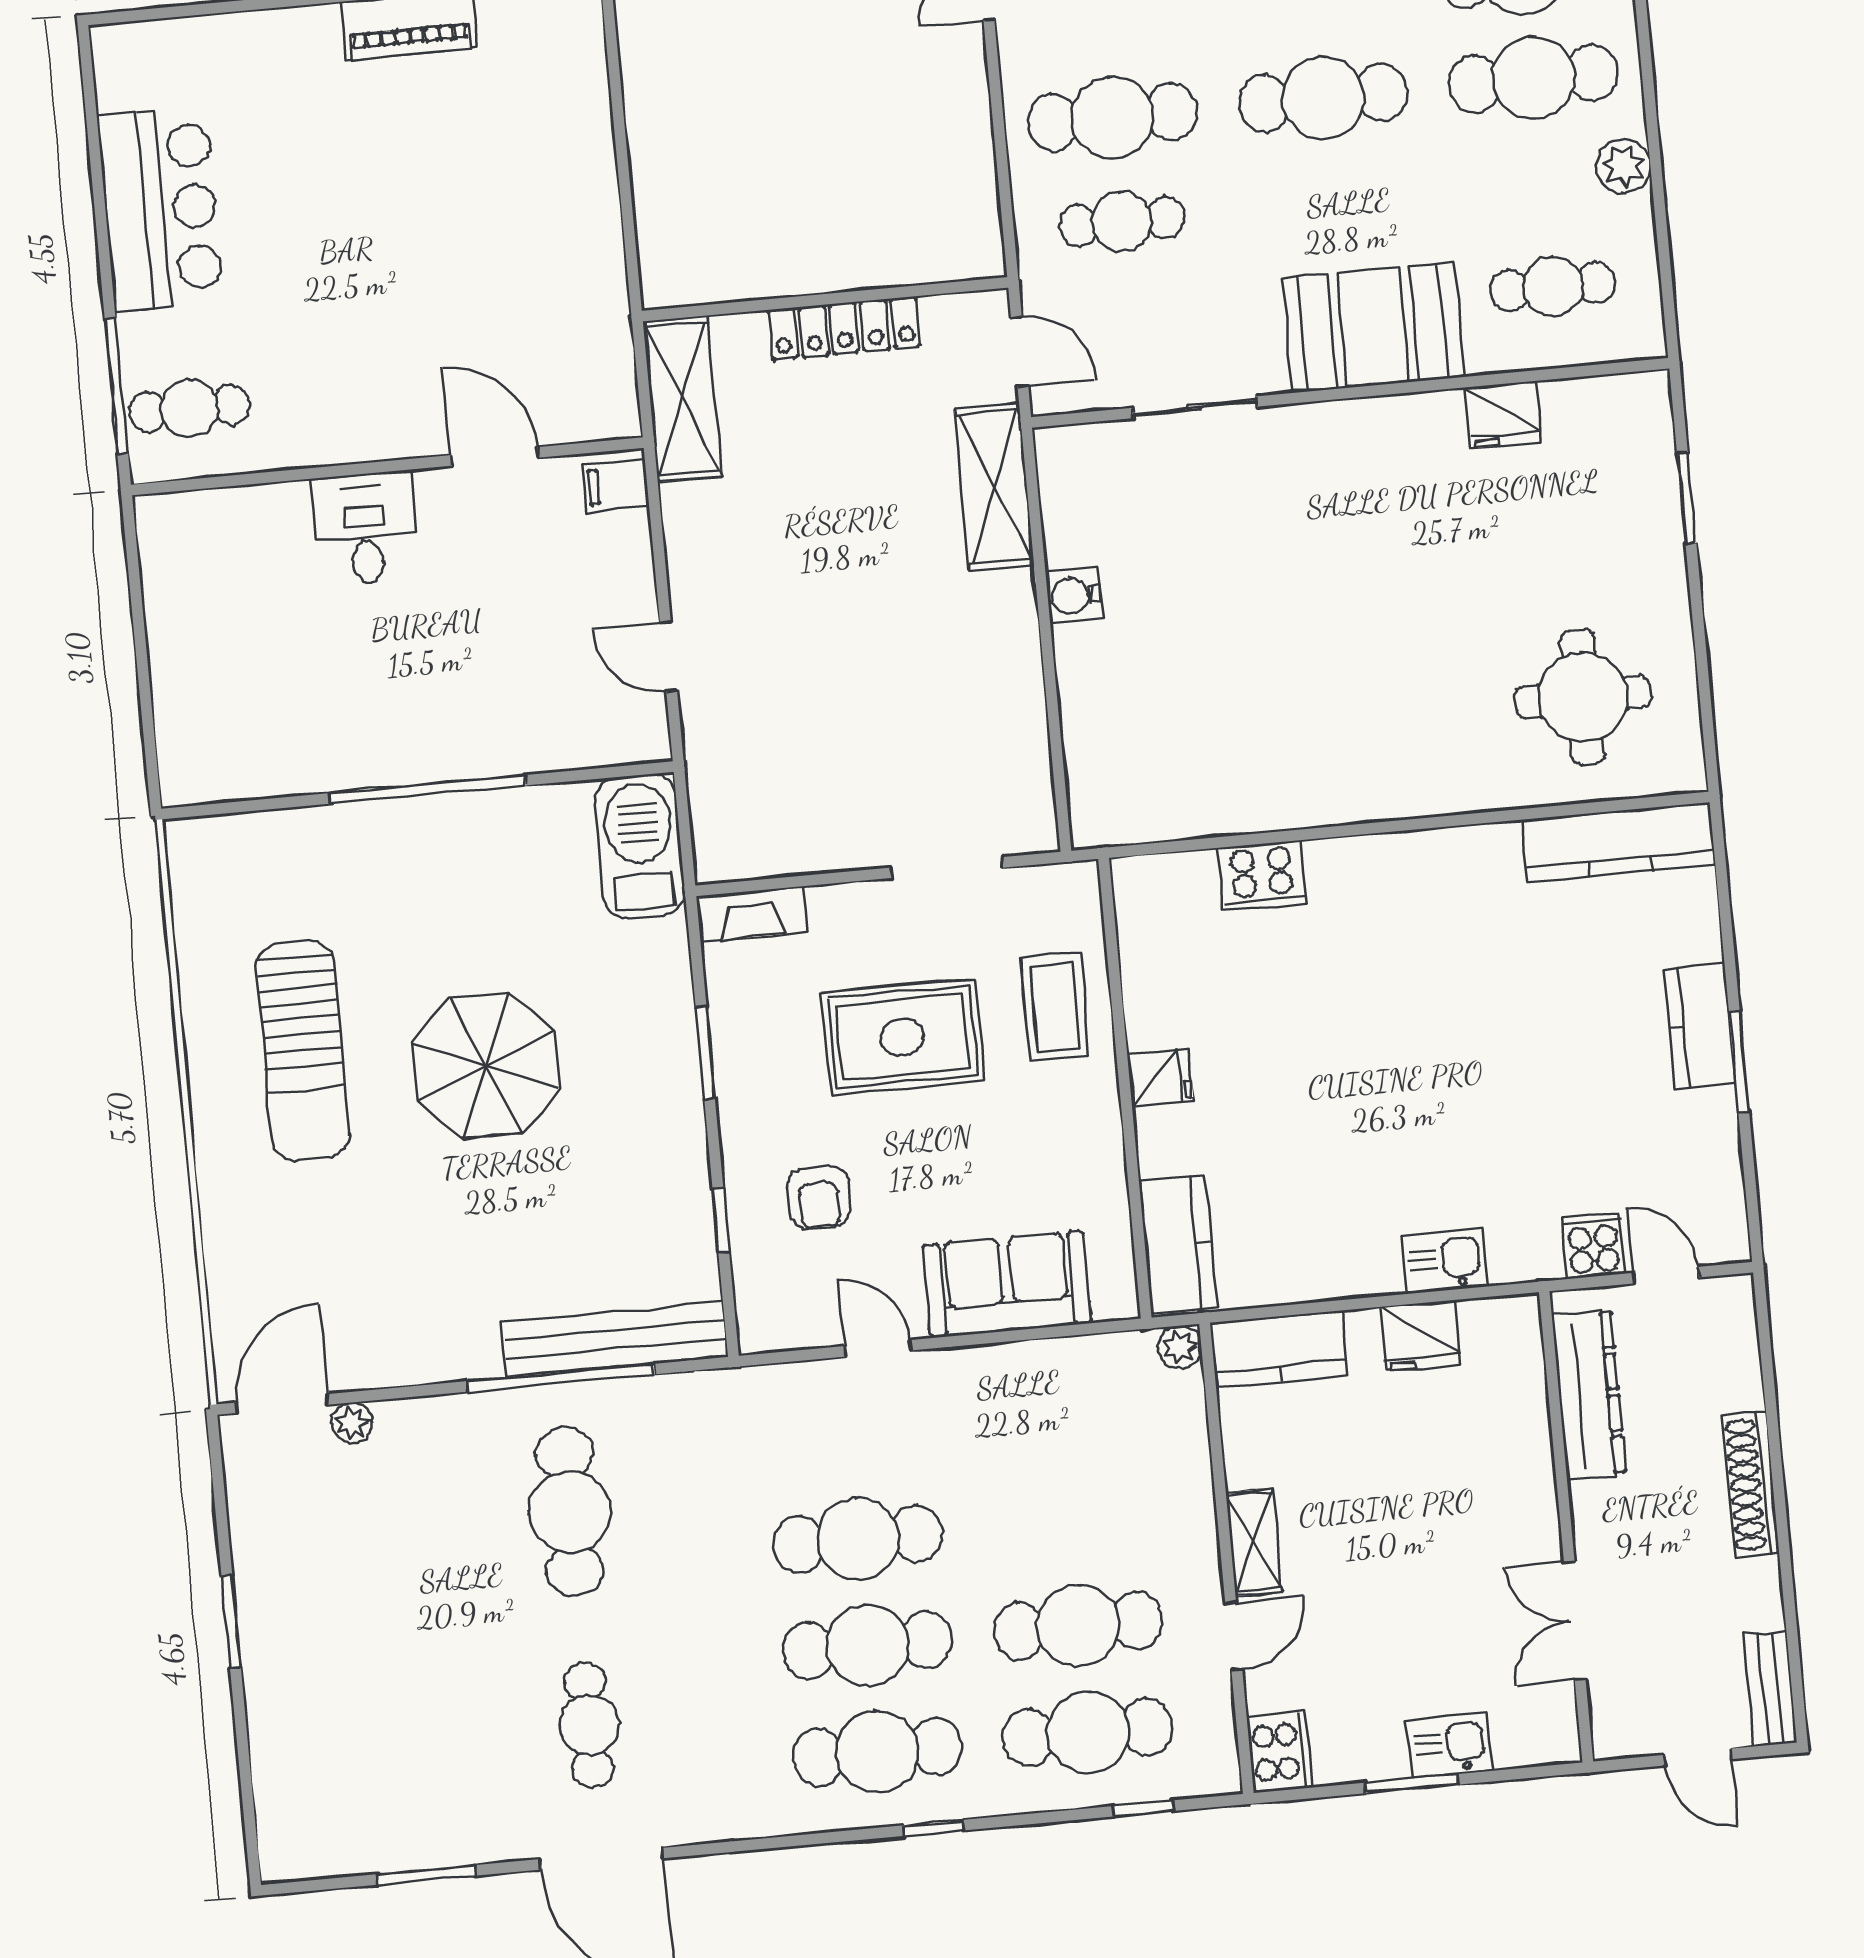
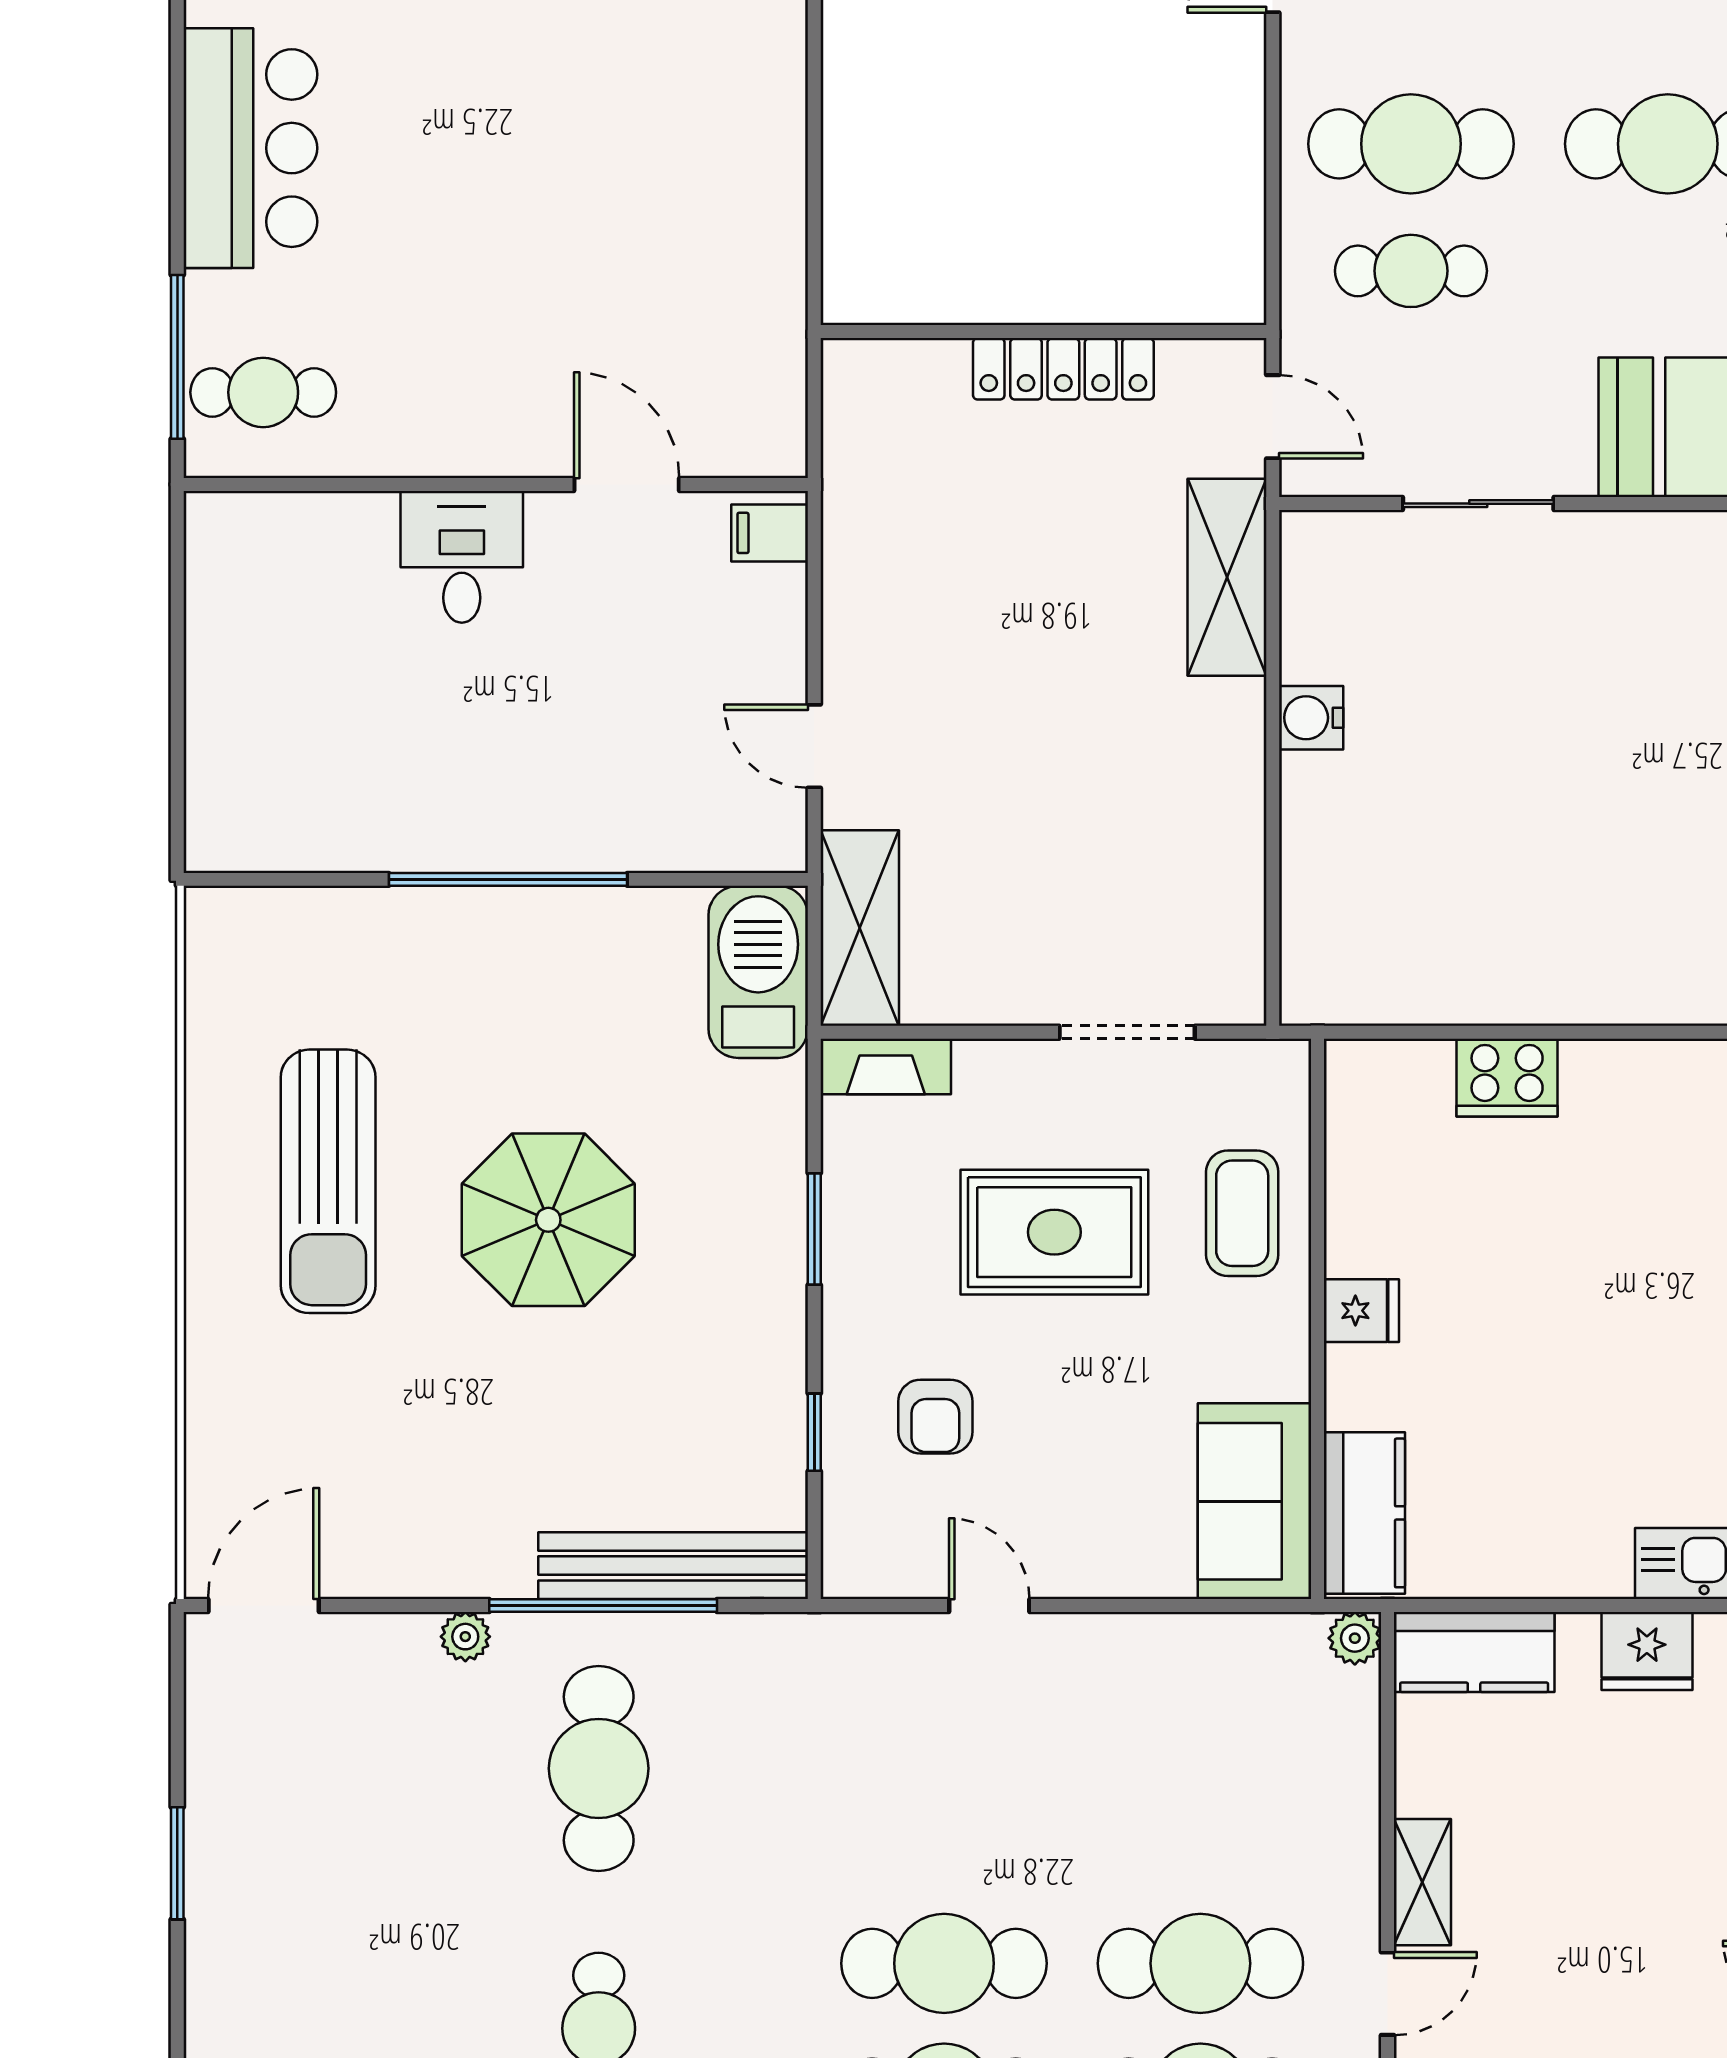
shelving: (682, 399) -> (860, 928), moved
sofa: (1007, 1284) -> (1254, 1501), moved, turned -90
plant: (352, 1423) -> (465, 1637), moved
cafe table: (858, 1539) -> (944, 1834), removed

